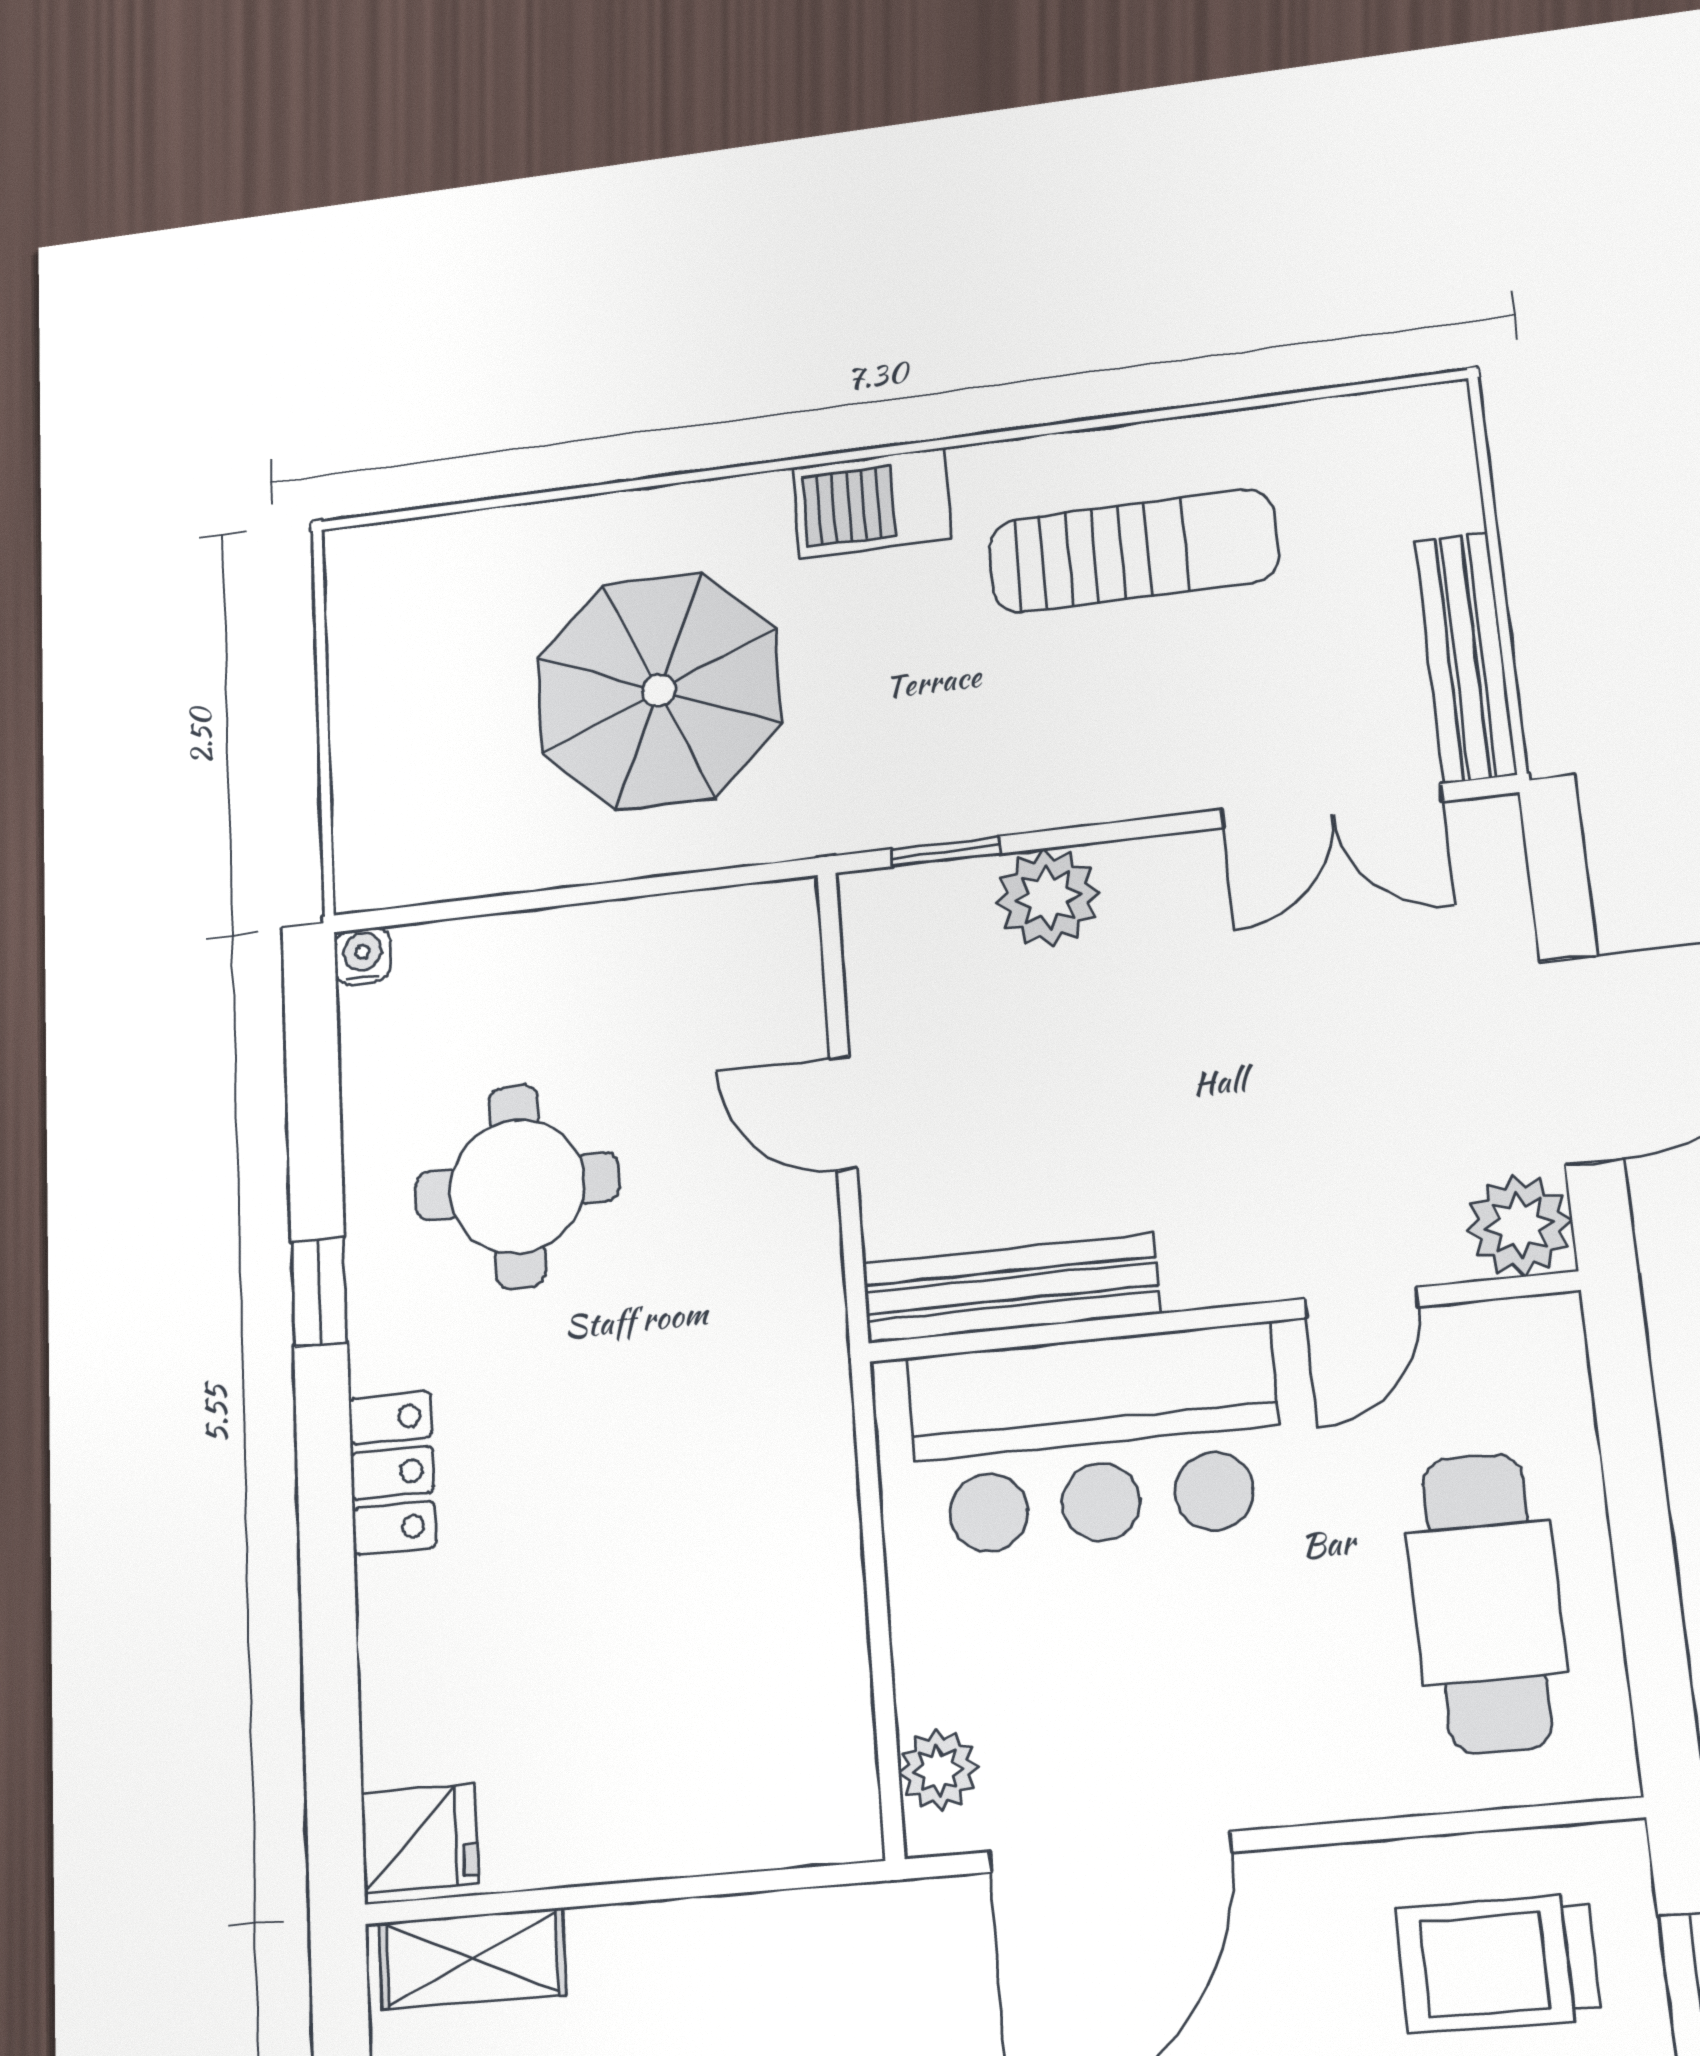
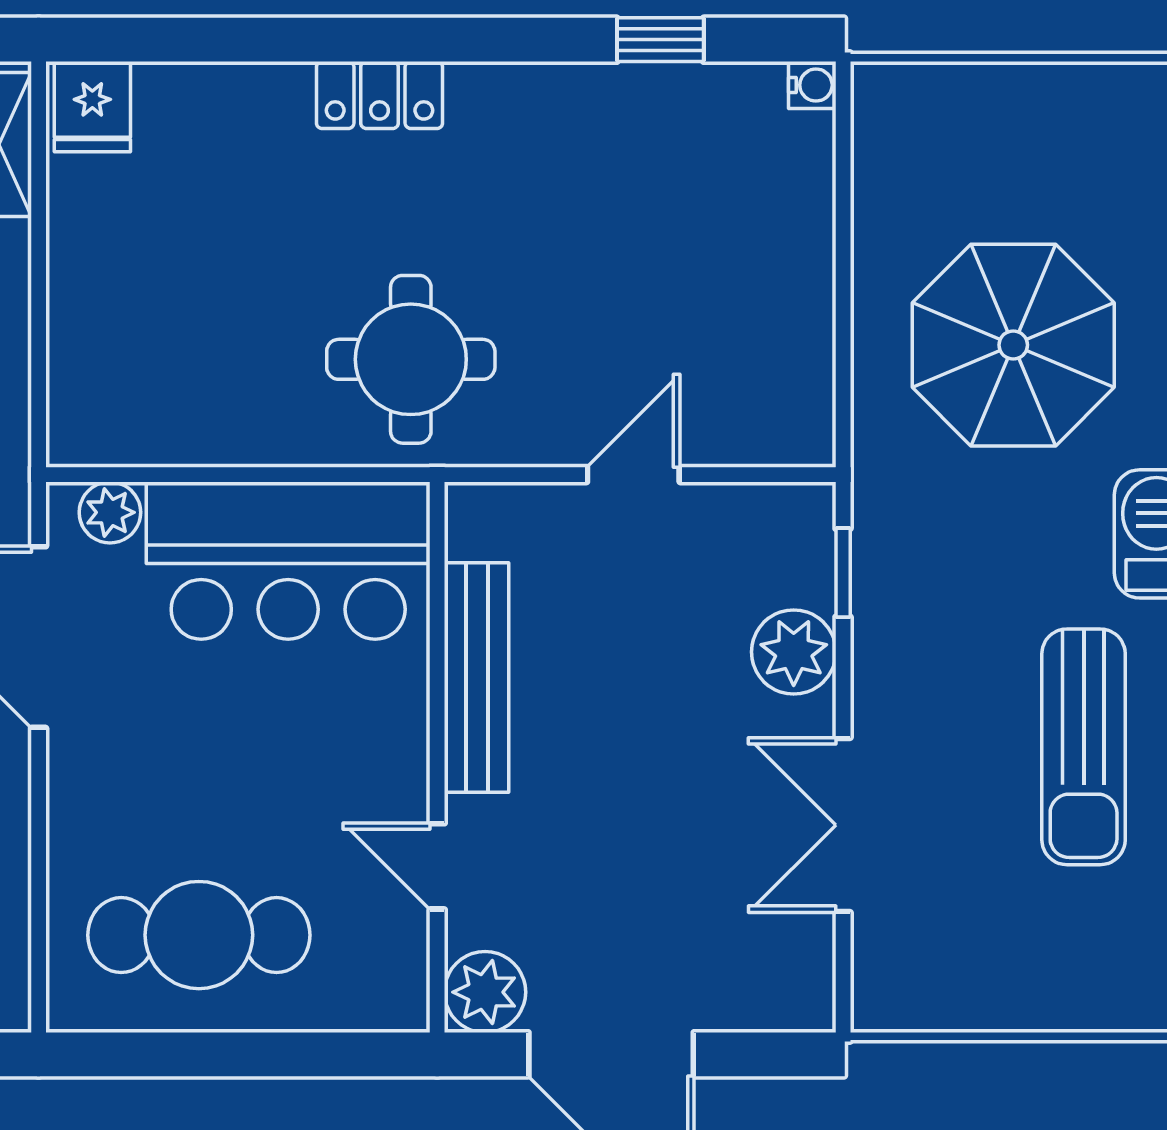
bench: (1466, 657) -> (955, 1003), removed
double door: (1332, 806) -> (843, 825), moved
round table: (517, 1186) -> (411, 359), moved
bench: (1010, 1289) -> (477, 677), moved
window: (319, 1292) -> (660, 40), moved
bar counter: (1096, 1439) -> (288, 561), moved, turned -90

